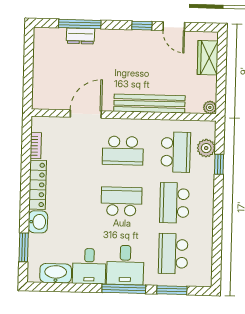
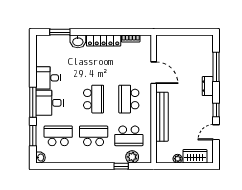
dresser: (80, 36) -> (208, 86), moved
plant: (210, 107) -> (178, 159), moved
washbasin: (56, 273) -> (40, 158), moved, width x0.52, depth x0.69

